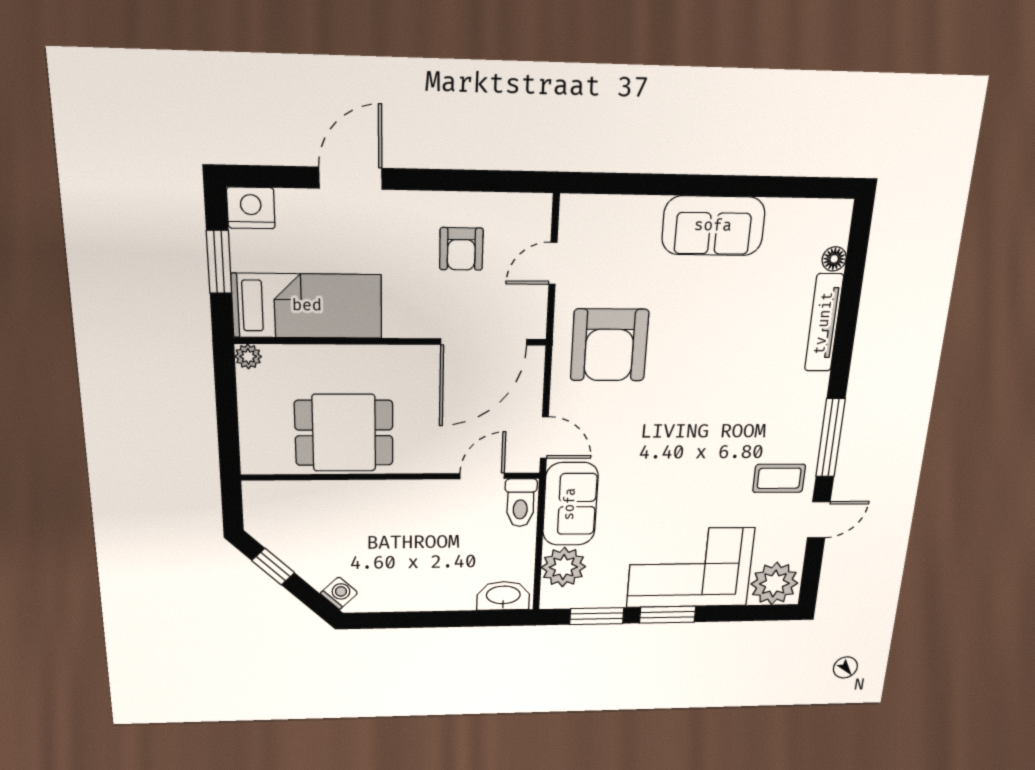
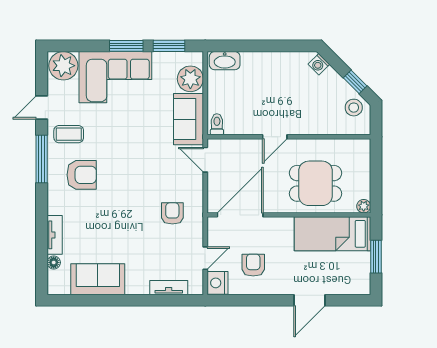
nightstand: (251, 208) -> (217, 283), moved, turned 90
tv unit: (626, 208) -> (169, 288), added
sofa: (713, 226) -> (98, 279), moved
tv unit: (824, 323) -> (55, 235), width x0.71
armchair: (609, 345) -> (172, 213), width x0.53, depth x0.53
armchair: (765, 412) -> (82, 175), added
dining table: (344, 433) -> (316, 183), moved
door: (482, 476) -> (275, 137), moved
toilet: (521, 503) -> (217, 124), width x0.73, depth x0.72
stool: (274, 526) -> (354, 108), added

